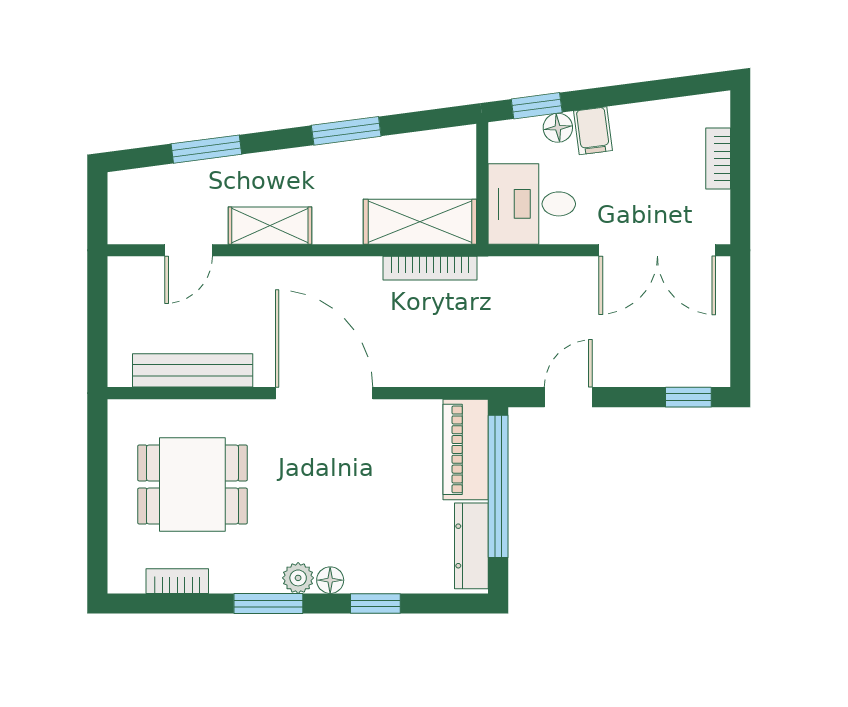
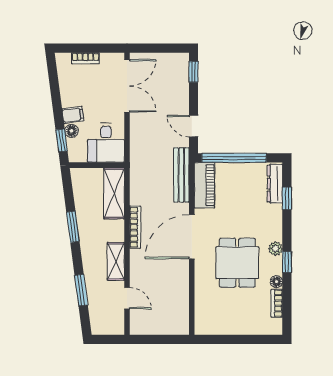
bookcase: (430, 268) -> (135, 227), moved
bench: (193, 370) -> (181, 175), moved
piano: (466, 449) -> (205, 185), moved, turned -90
dining table: (192, 484) -> (237, 263), moved
dresser: (471, 546) -> (275, 184), moved, turned 90
floor lamp: (330, 580) -> (276, 282), moved
window: (268, 603) -> (287, 262), width x0.67
window: (375, 603) -> (287, 198), moved

